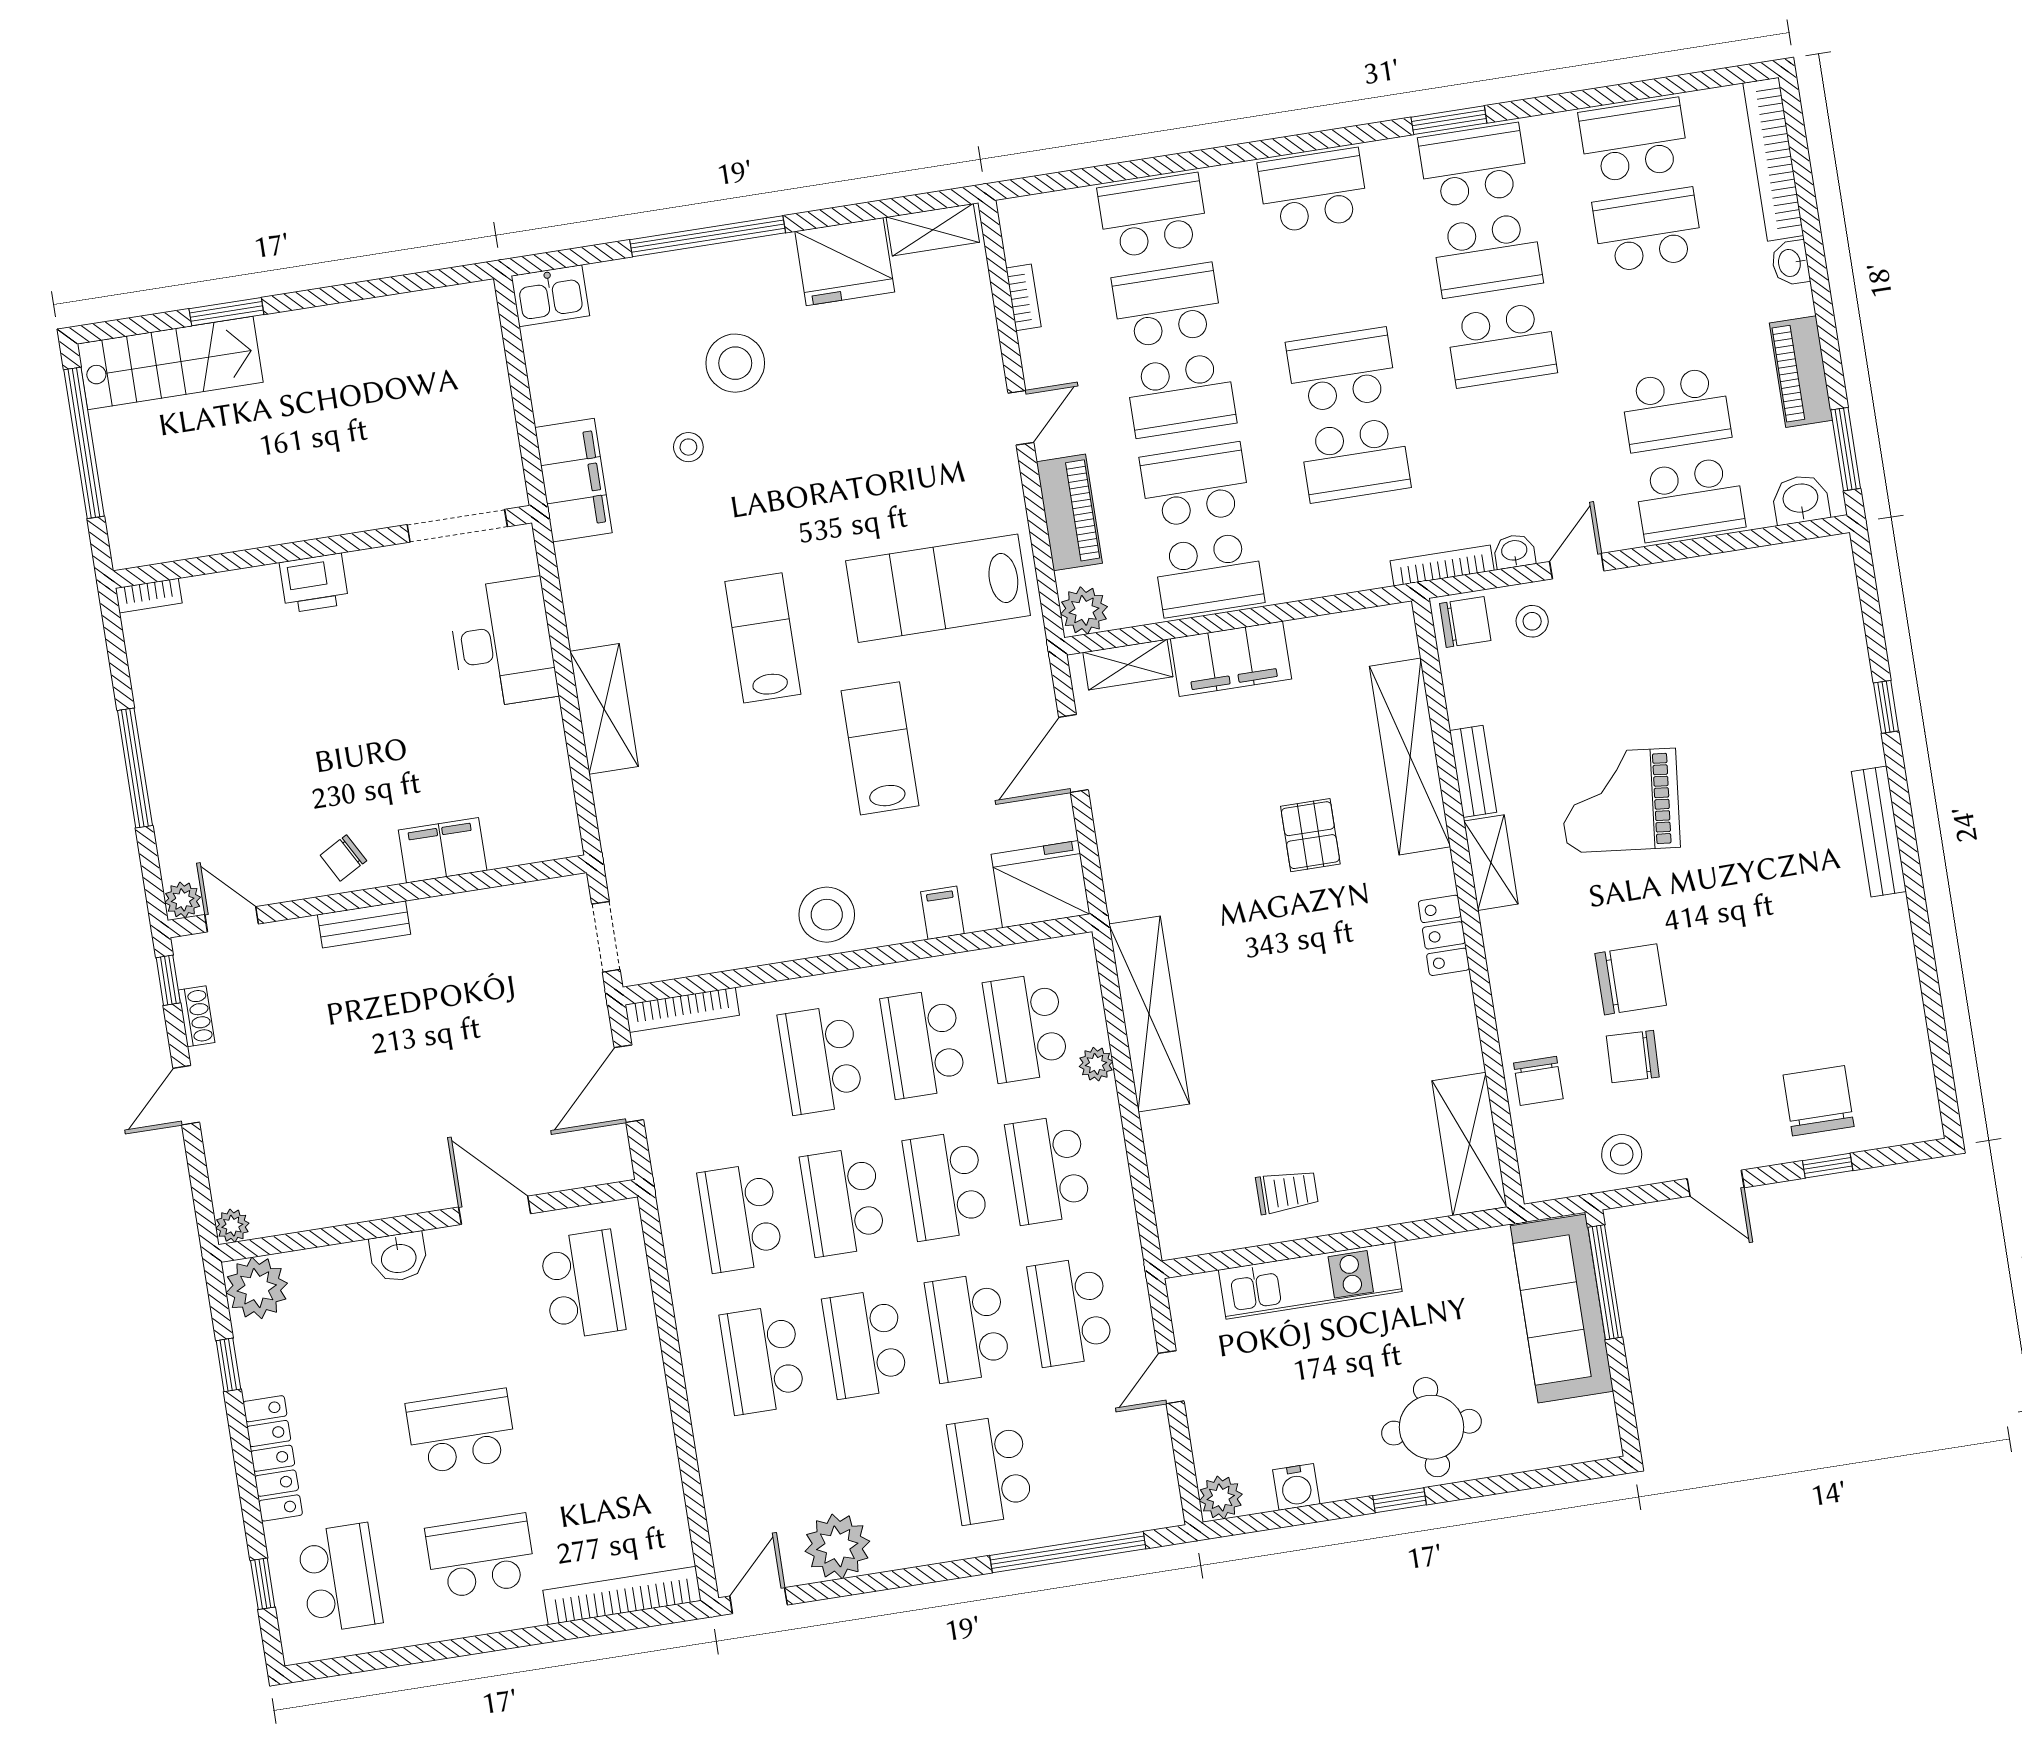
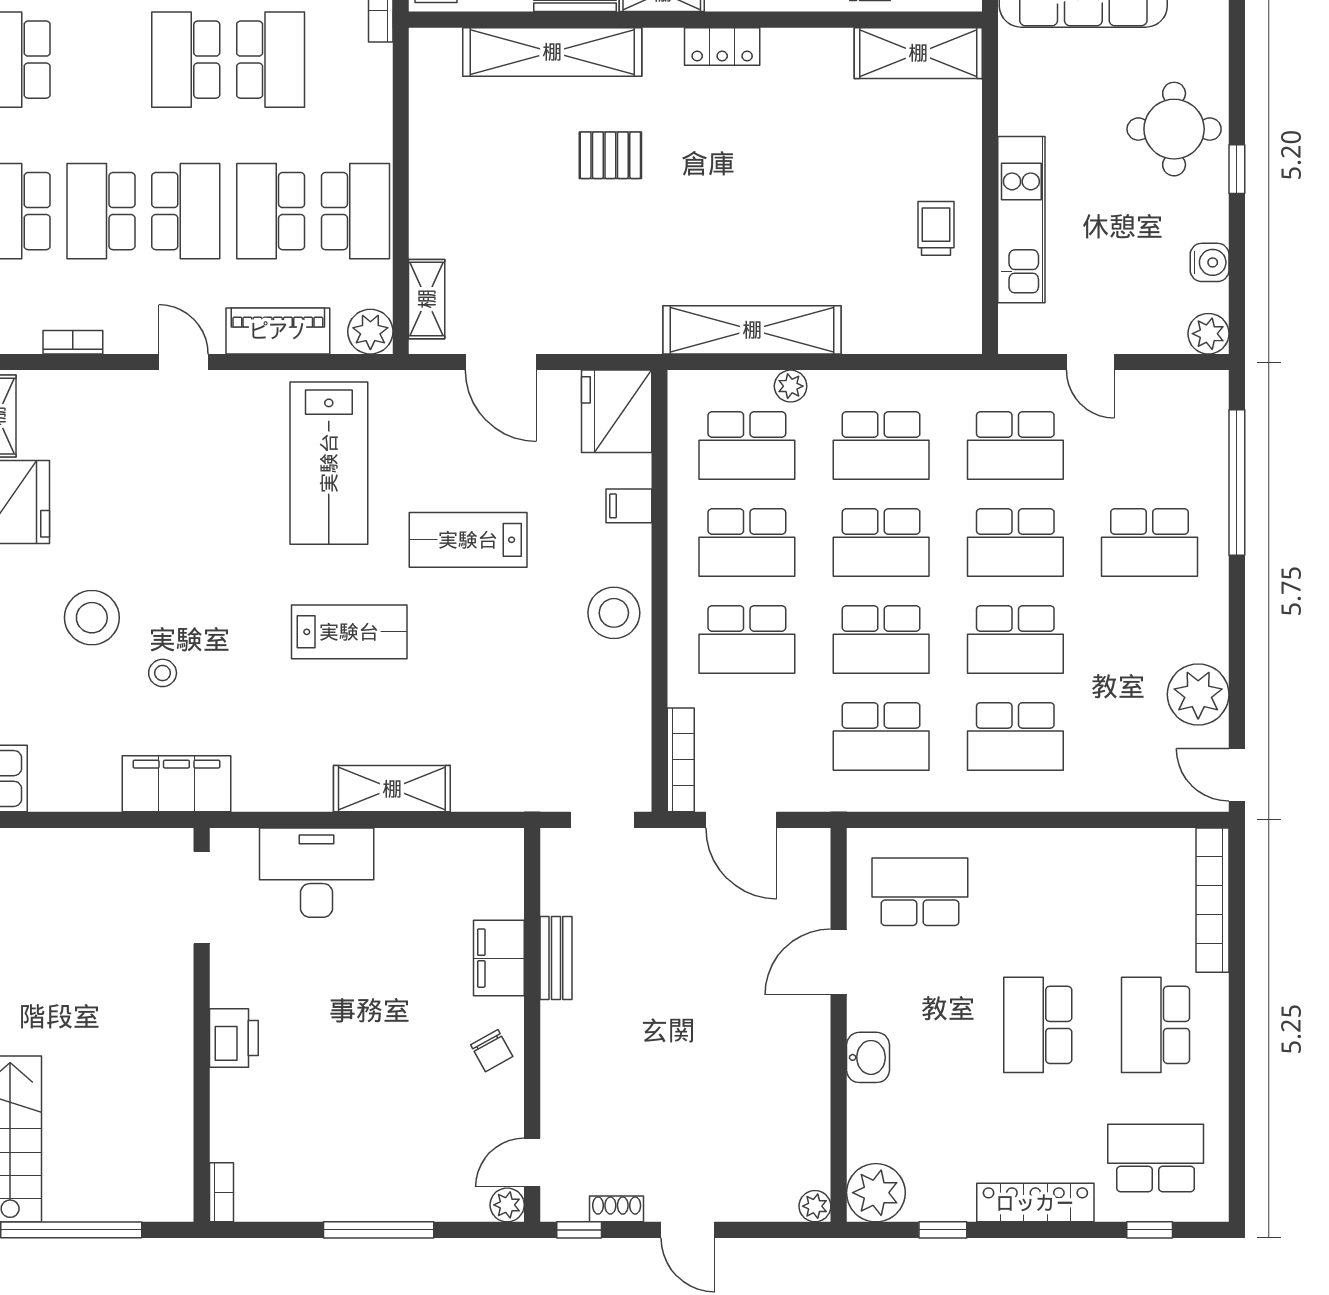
lab bench: (763, 638) -> (349, 632), turned 180
filing cabinet: (1231, 659) -> (436, 203), removed
bench: (364, 924) -> (556, 958), moved

